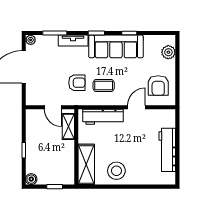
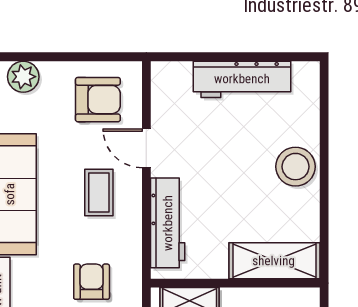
coffee table: (104, 85) -> (99, 193), moved
stool: (116, 171) -> (296, 167), moved

